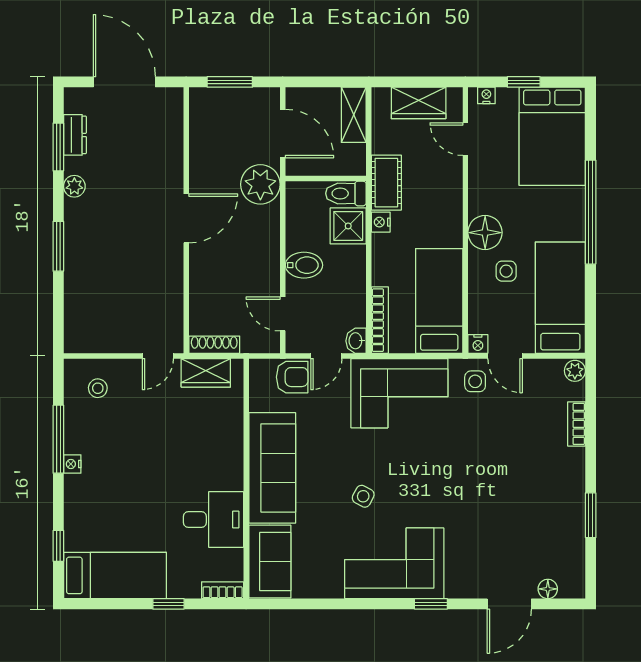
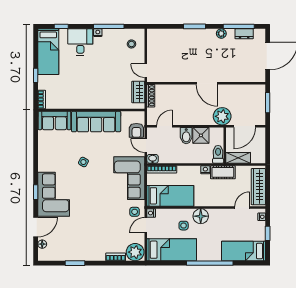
wardrobe: (419, 103) -> (258, 187), width x1.50
shelving: (354, 115) -> (238, 158), moved
bed: (552, 136) -> (244, 251), width x0.67
window: (58, 147) -> (239, 26), width x1.44
shower: (348, 226) -> (201, 135), moved
plant: (575, 371) -> (135, 252), width x1.87, depth x1.87
desk: (214, 519) -> (80, 42), moved, turned 180
corner sofa: (394, 563) -> (54, 194), moved
door: (509, 604) -> (36, 227), swing flipped

